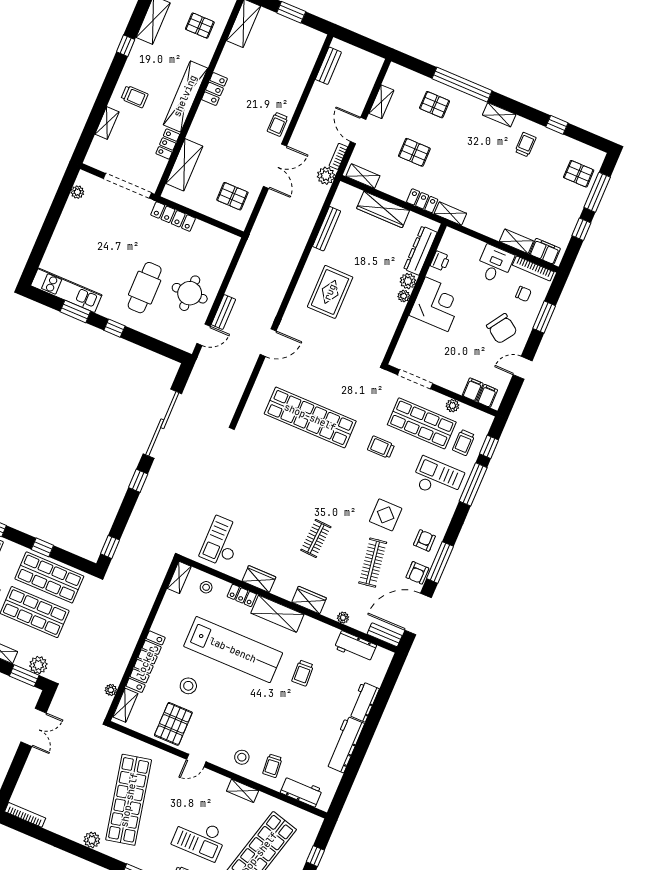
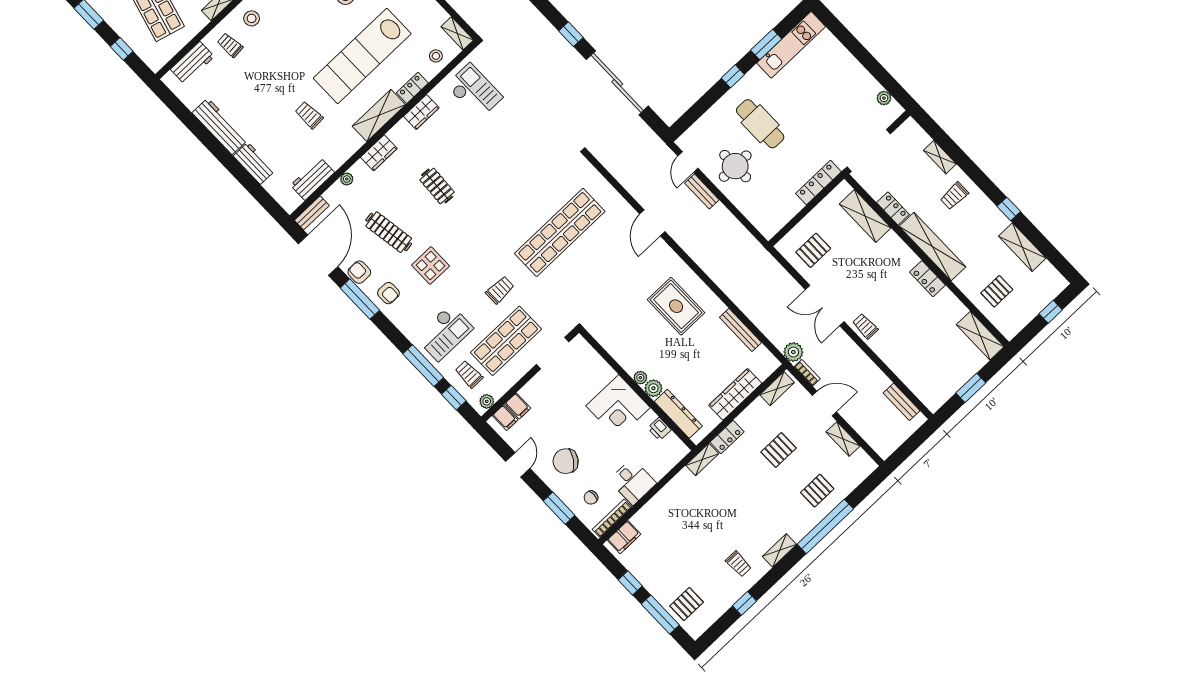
shelving: (516, 241) -> (646, 513), removed
plant: (452, 406) -> (487, 401), moved

